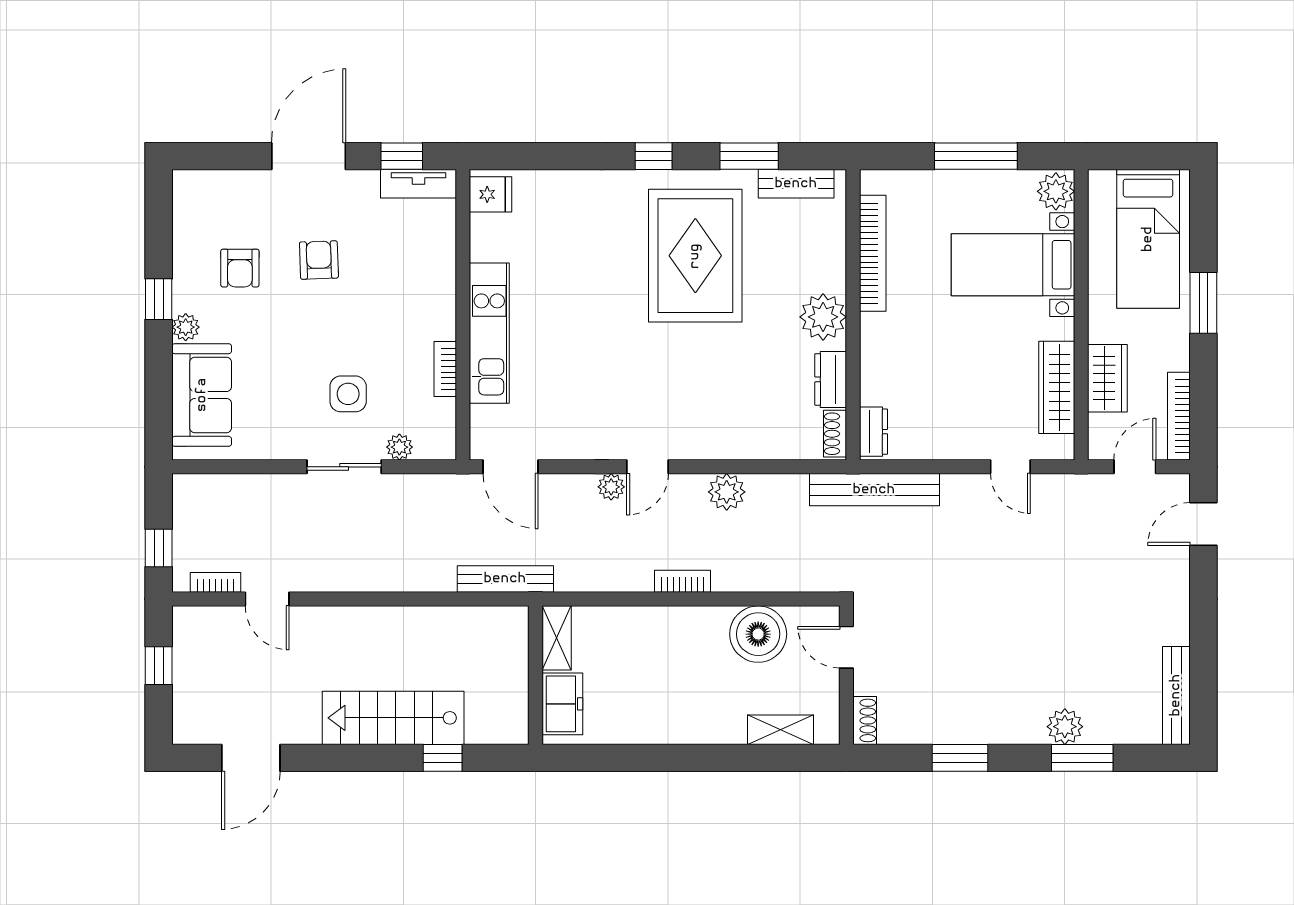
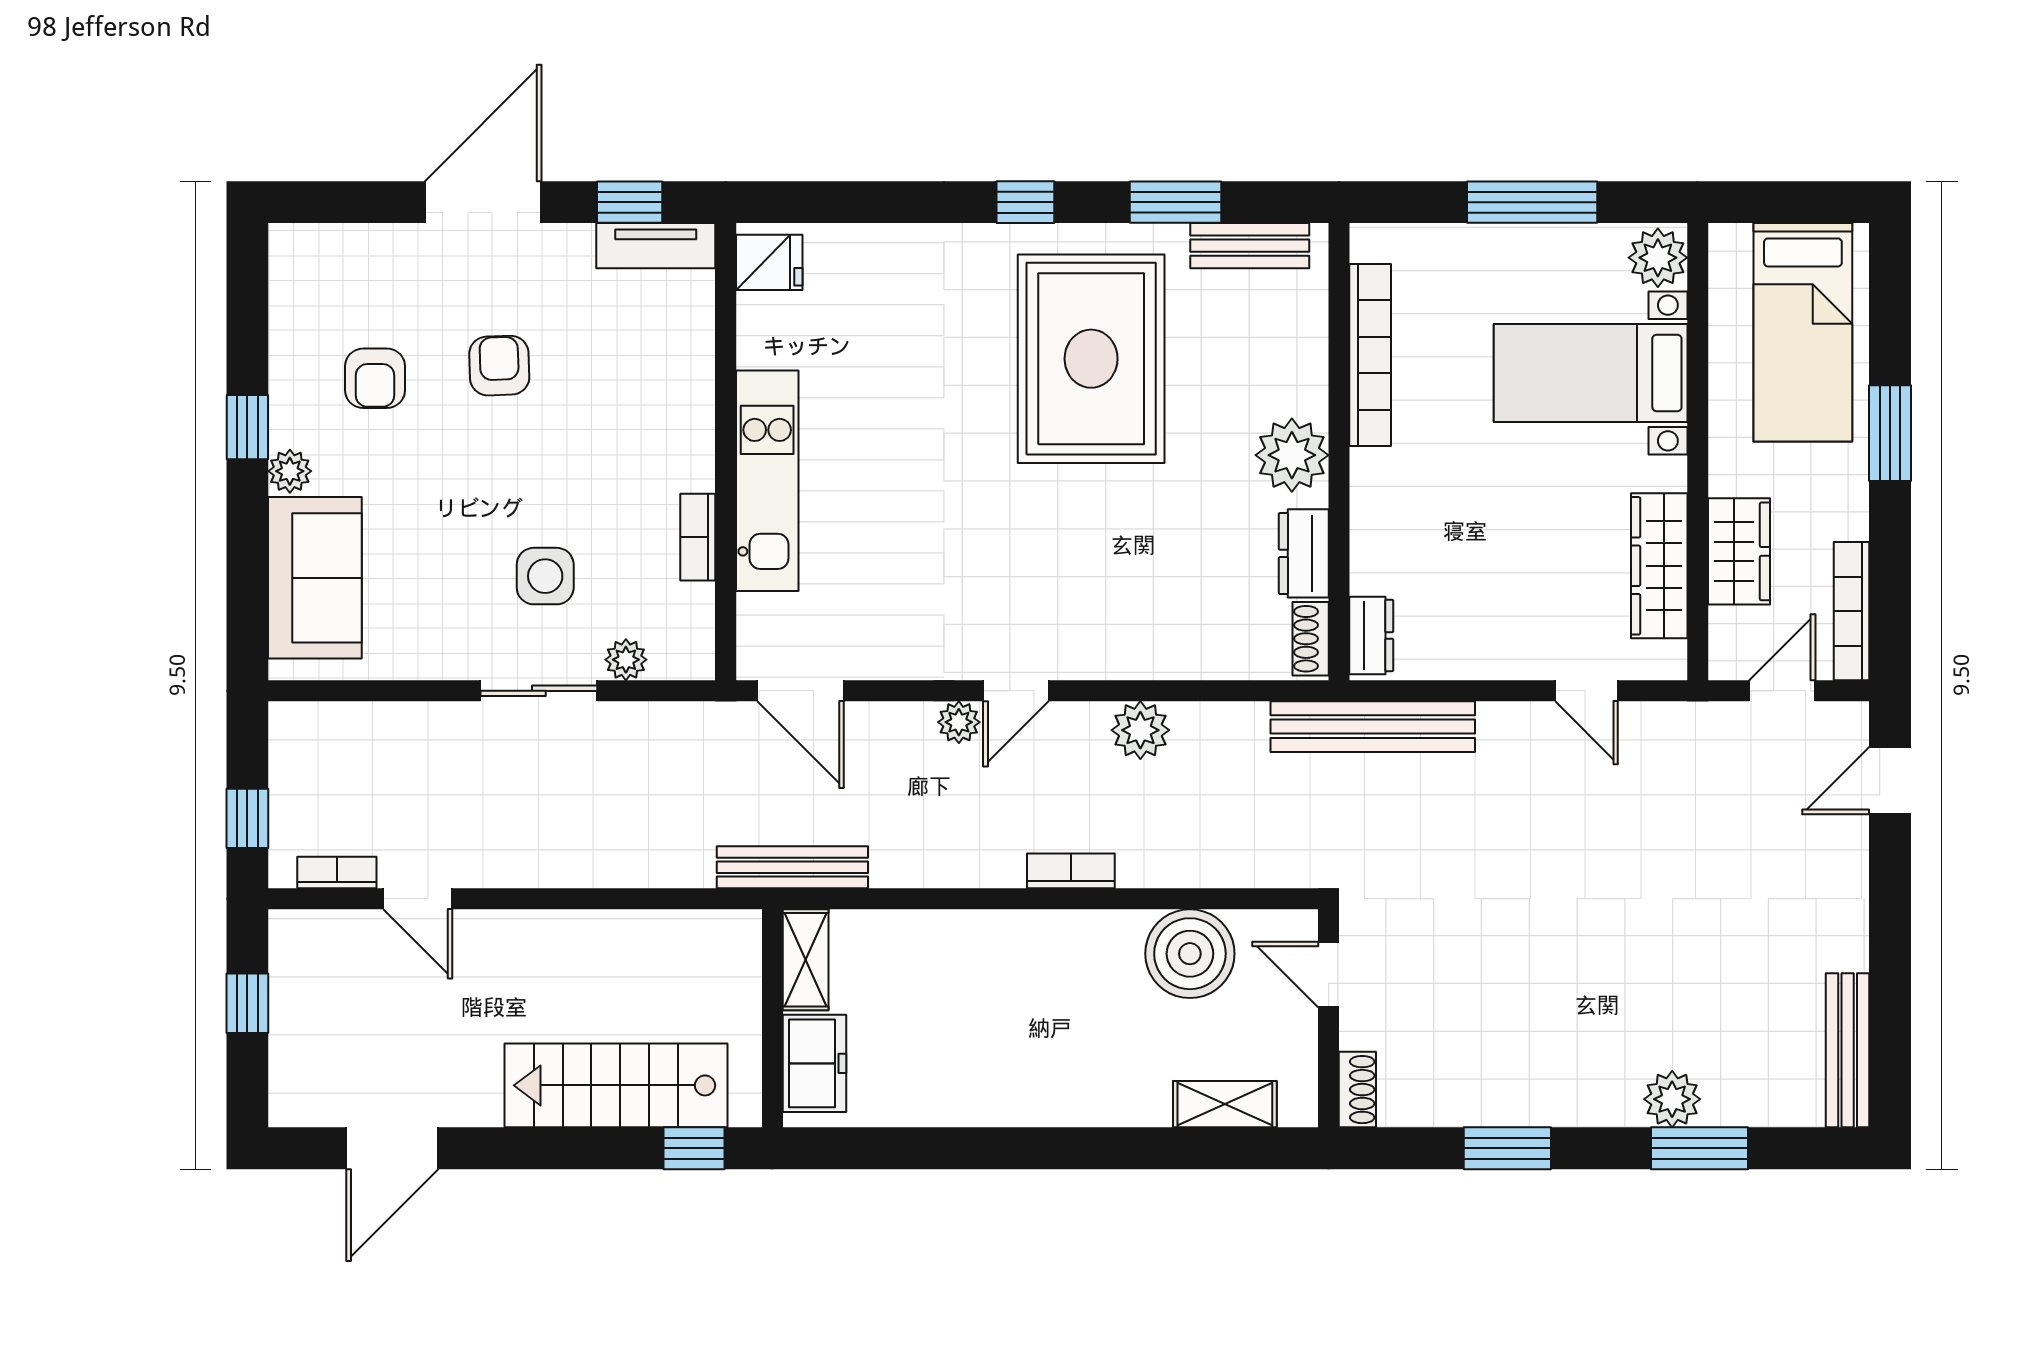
shelving: (557, 638) -> (806, 960), moved
wall: (536, 675) -> (772, 1018), moved
freezer: (562, 704) -> (815, 1063), moved

